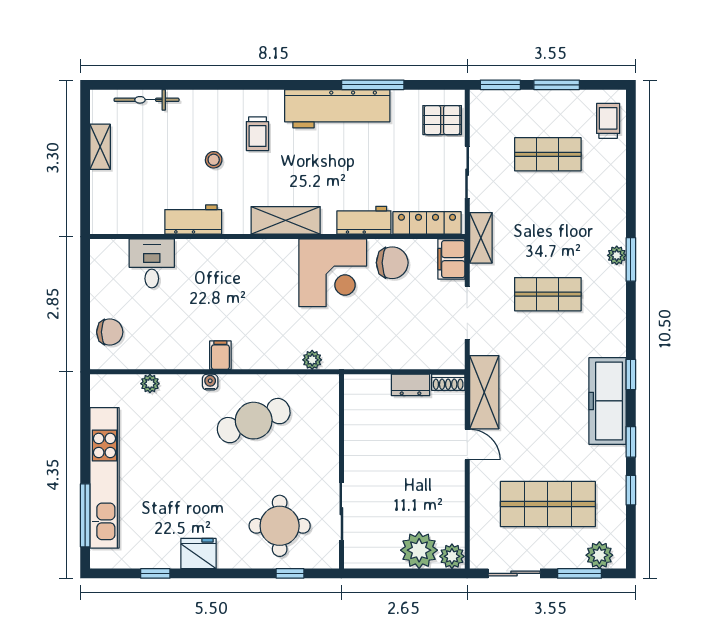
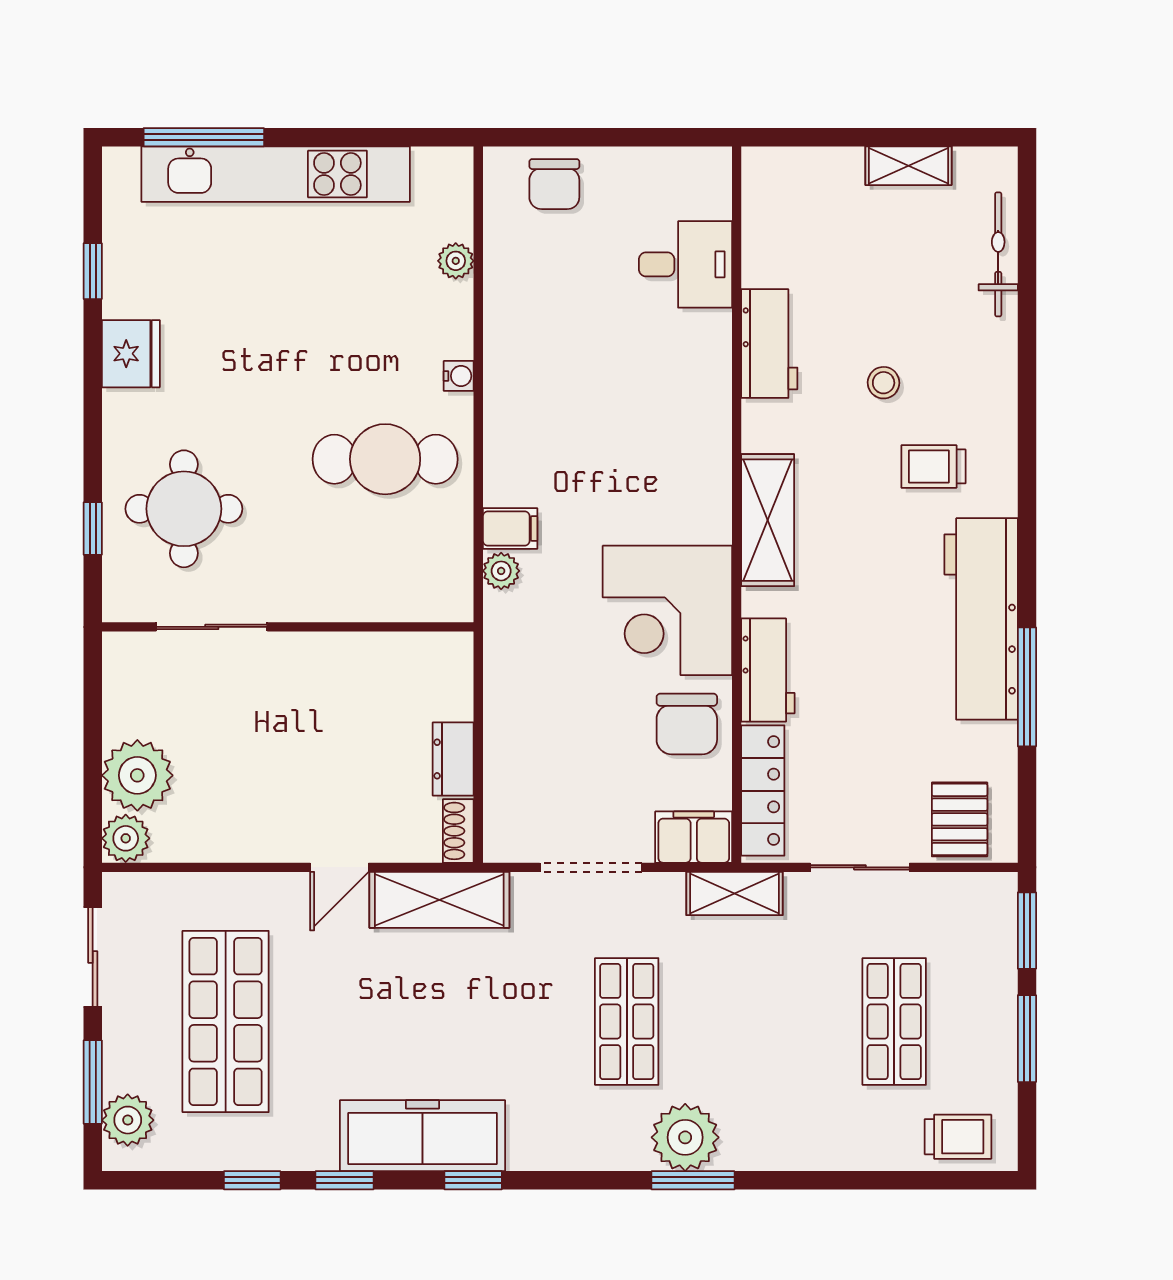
plant: (617, 255) -> (685, 1137), width x1.88, depth x1.88
filing cabinet: (220, 355) -> (510, 528), moved
cafe table: (254, 421) -> (385, 459), turned -69

